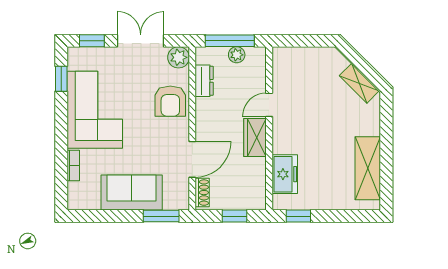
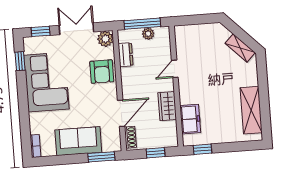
wardrobe: (255, 138) -> (167, 106), moved
bookcase: (73, 165) -> (35, 146), moved

